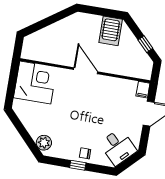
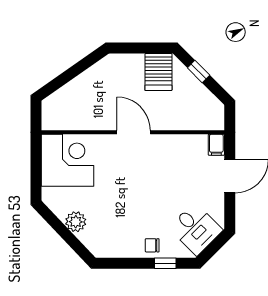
window: (145, 44) -> (199, 71), moved
plant: (44, 143) -> (76, 222), moved
window: (78, 165) -> (165, 263), moved

